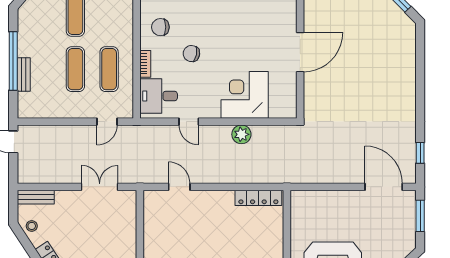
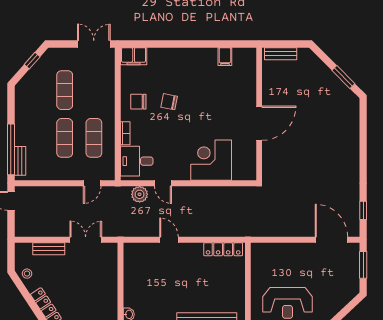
chair: (191, 54) -> (169, 102), moved
window: (13, 61) -> (11, 149), moved
bench: (24, 74) -> (20, 161), moved
plant: (241, 134) -> (140, 194), moved
door: (179, 187) -> (169, 240), moved
bench: (36, 197) -> (49, 249), moved

